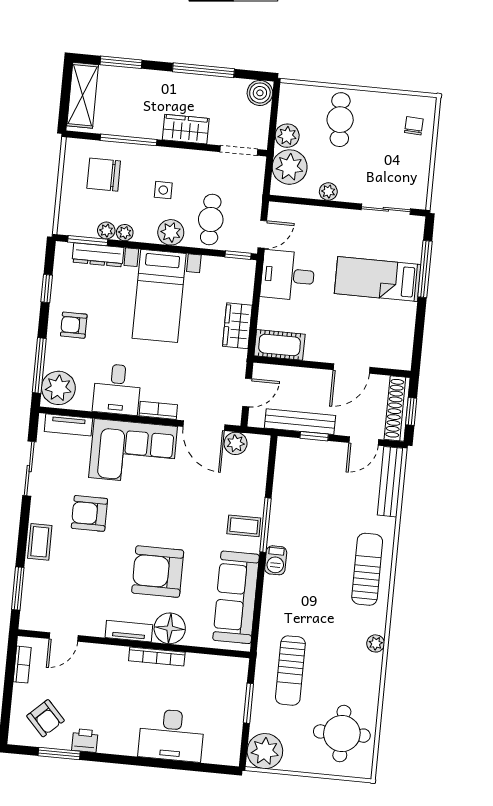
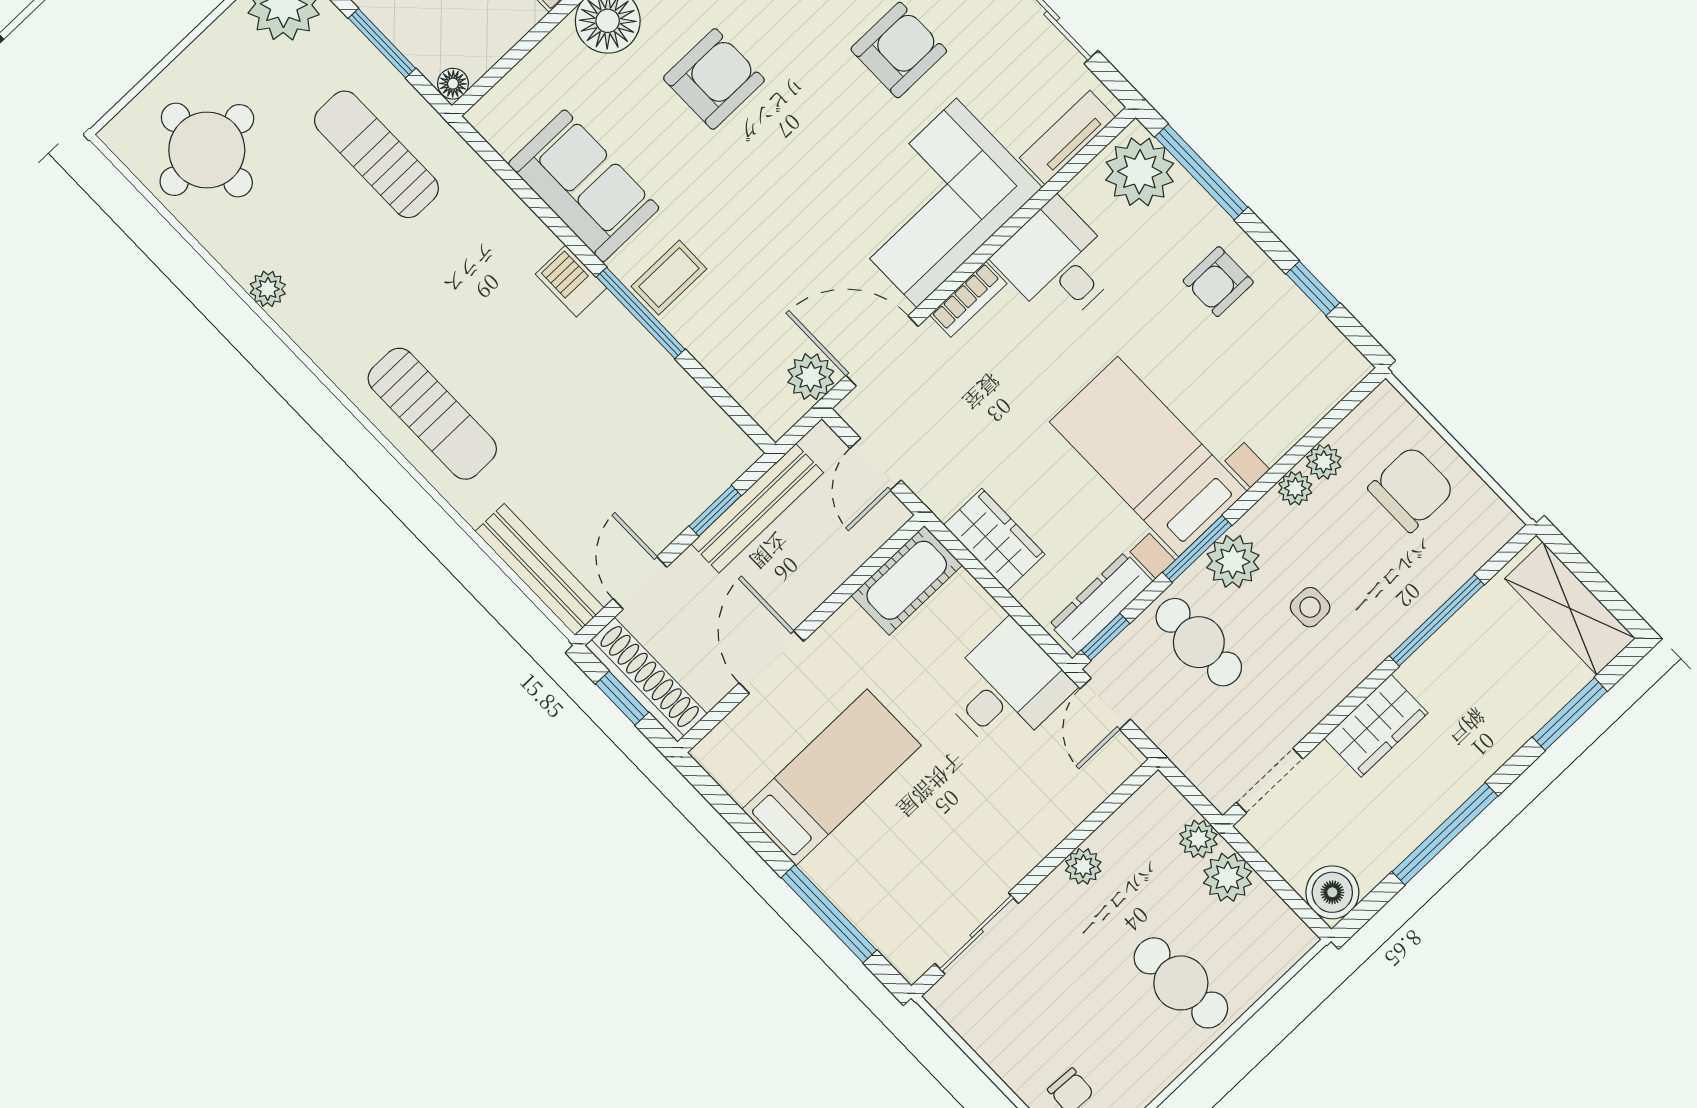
plant: (290, 167) -> (1198, 839), width x0.53, depth x0.53
chair: (104, 175) -> (1411, 489), moved
window: (88, 241) -> (1197, 549), moved
dresser: (98, 255) -> (1101, 603), moved
bed: (378, 279) -> (831, 777), moved
armchair: (74, 325) -> (1218, 282), turned 180
armchair: (158, 572) -> (714, 79), width x0.73, depth x0.73
sofa: (236, 597) -> (584, 186), width x0.73
plant: (376, 643) -> (268, 289), moved
floor lamp: (241, 665) -> (453, 84), added

